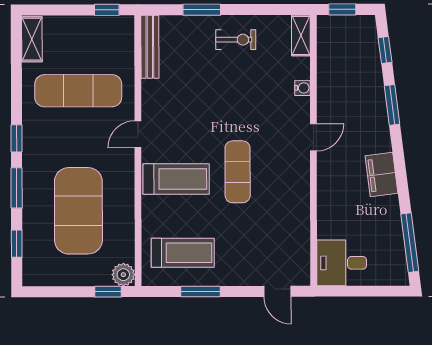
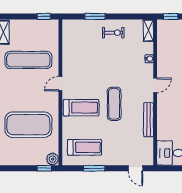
bench: (150, 47) -> (149, 120), moved
exercise mat: (78, 211) -> (28, 125), turned 90

